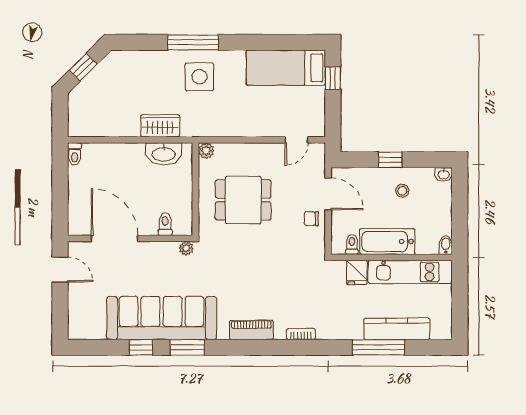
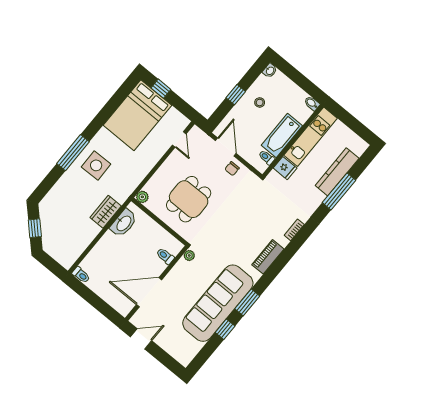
bed: (286, 68) -> (137, 115), width x1.50
door: (328, 194) -> (226, 147), hinge flipped

